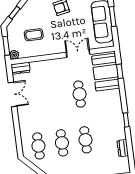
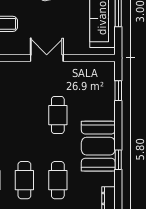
double door: (78, 53) -> (47, 58), moved
booth: (106, 72) -> (98, 146), moved

